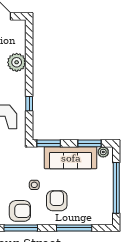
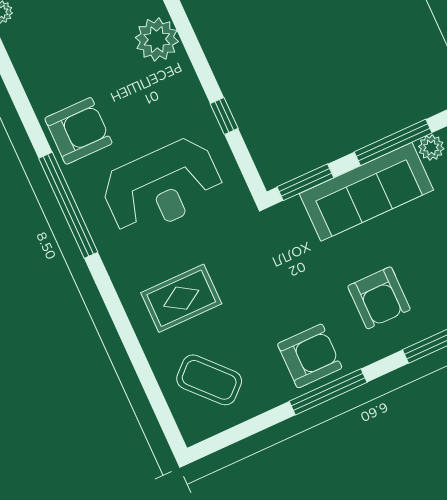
window: (89, 143) -> (393, 142), width x1.44
side table: (34, 185) -> (315, 286), removed
armchair: (57, 201) -> (379, 298), turned 180

